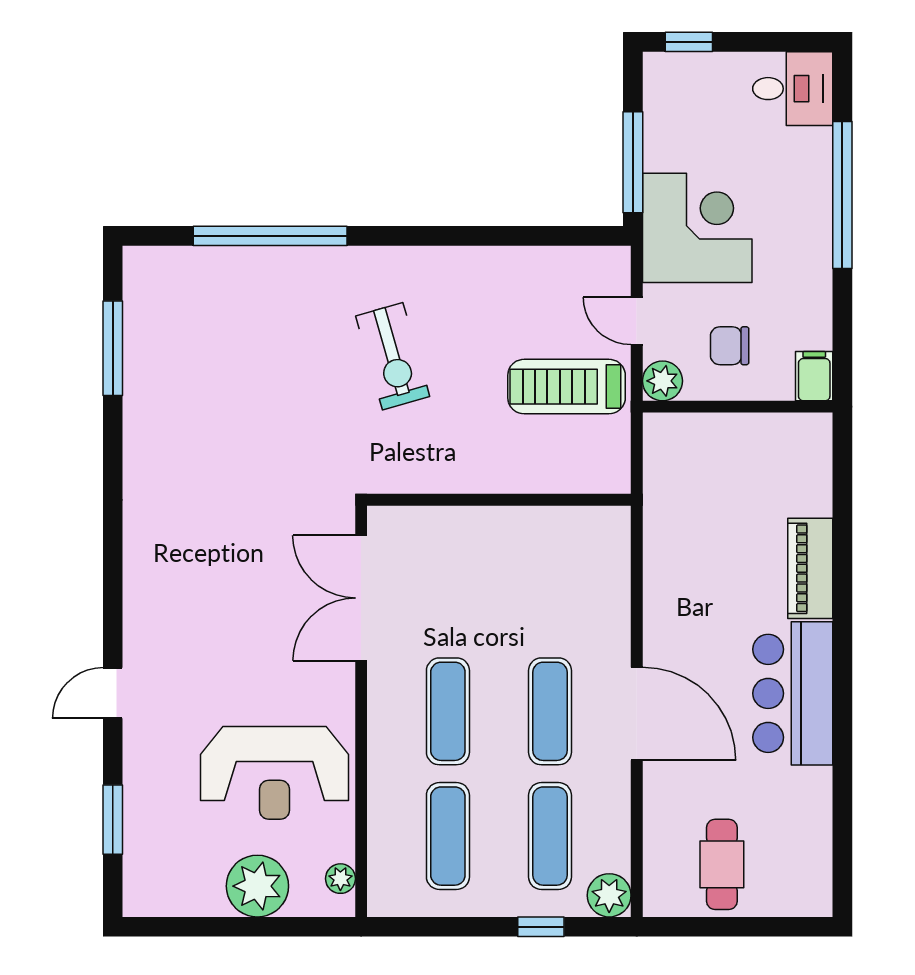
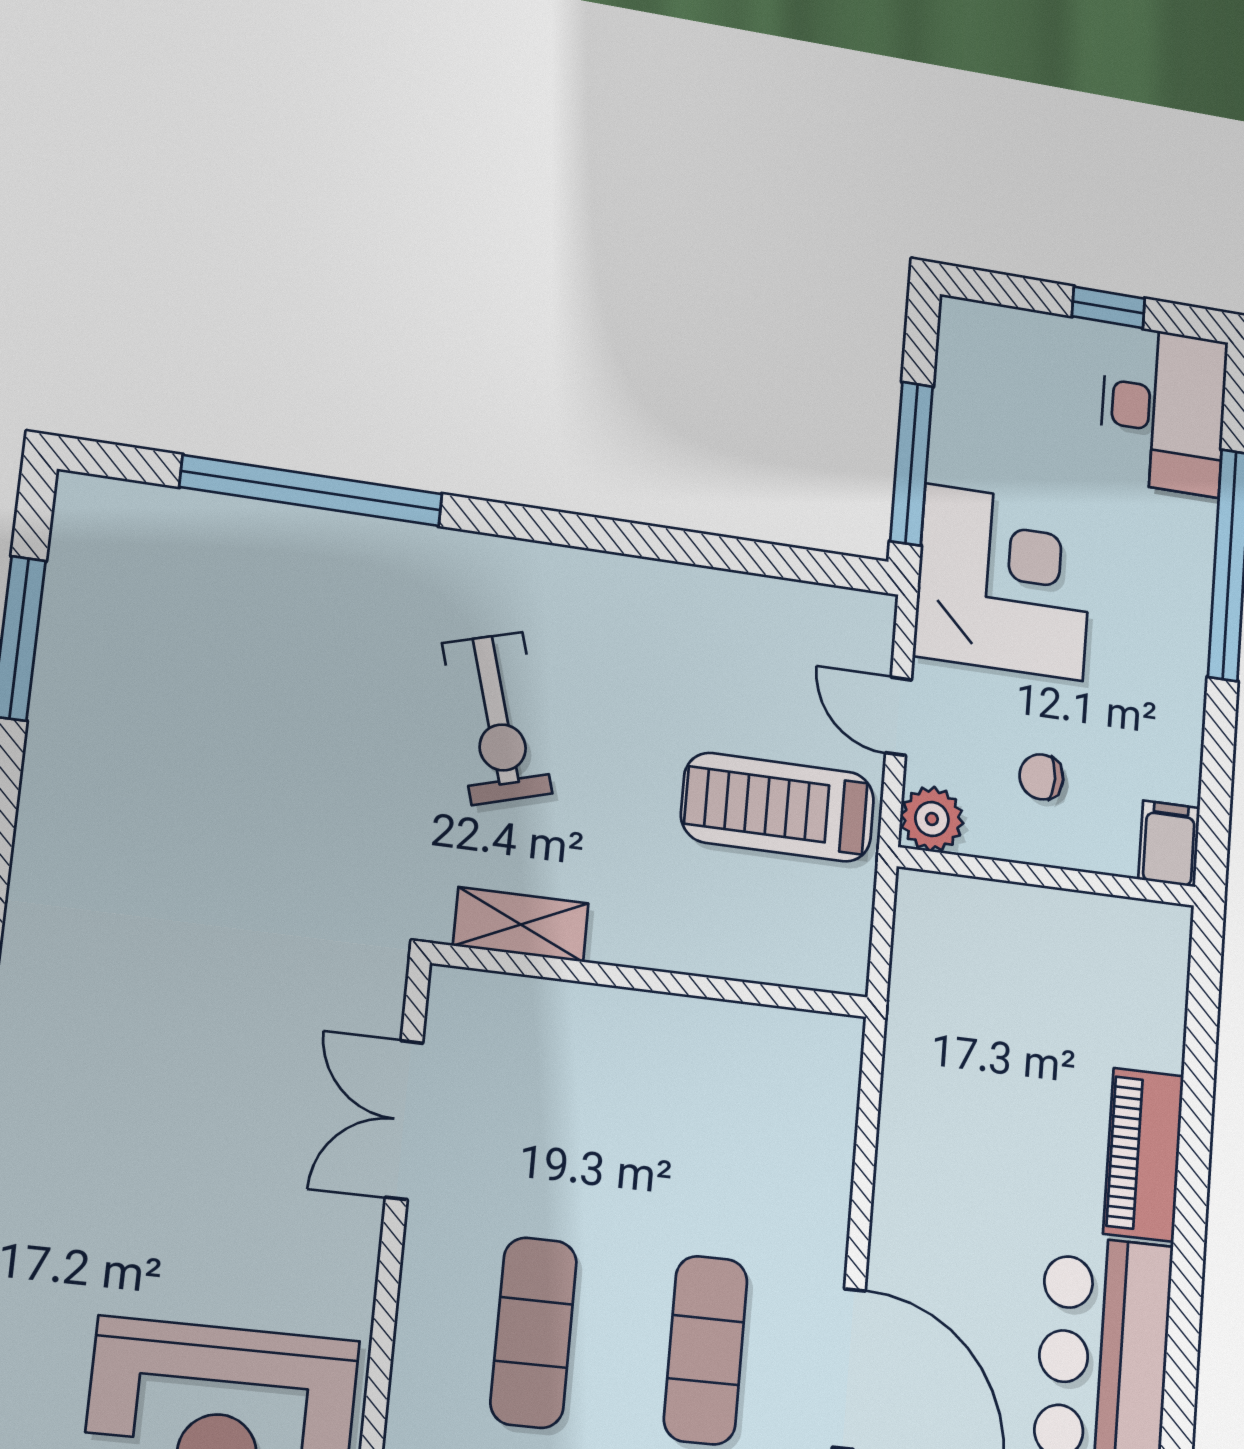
window: (689, 42) -> (1108, 307), moved
desk: (793, 89) -> (1163, 410), width x1.37
chair: (730, 346) -> (1041, 777), width x0.73, depth x0.73
shelving: (418, 477) -> (521, 925), added
double door: (361, 598) -> (404, 1120), width x0.73

